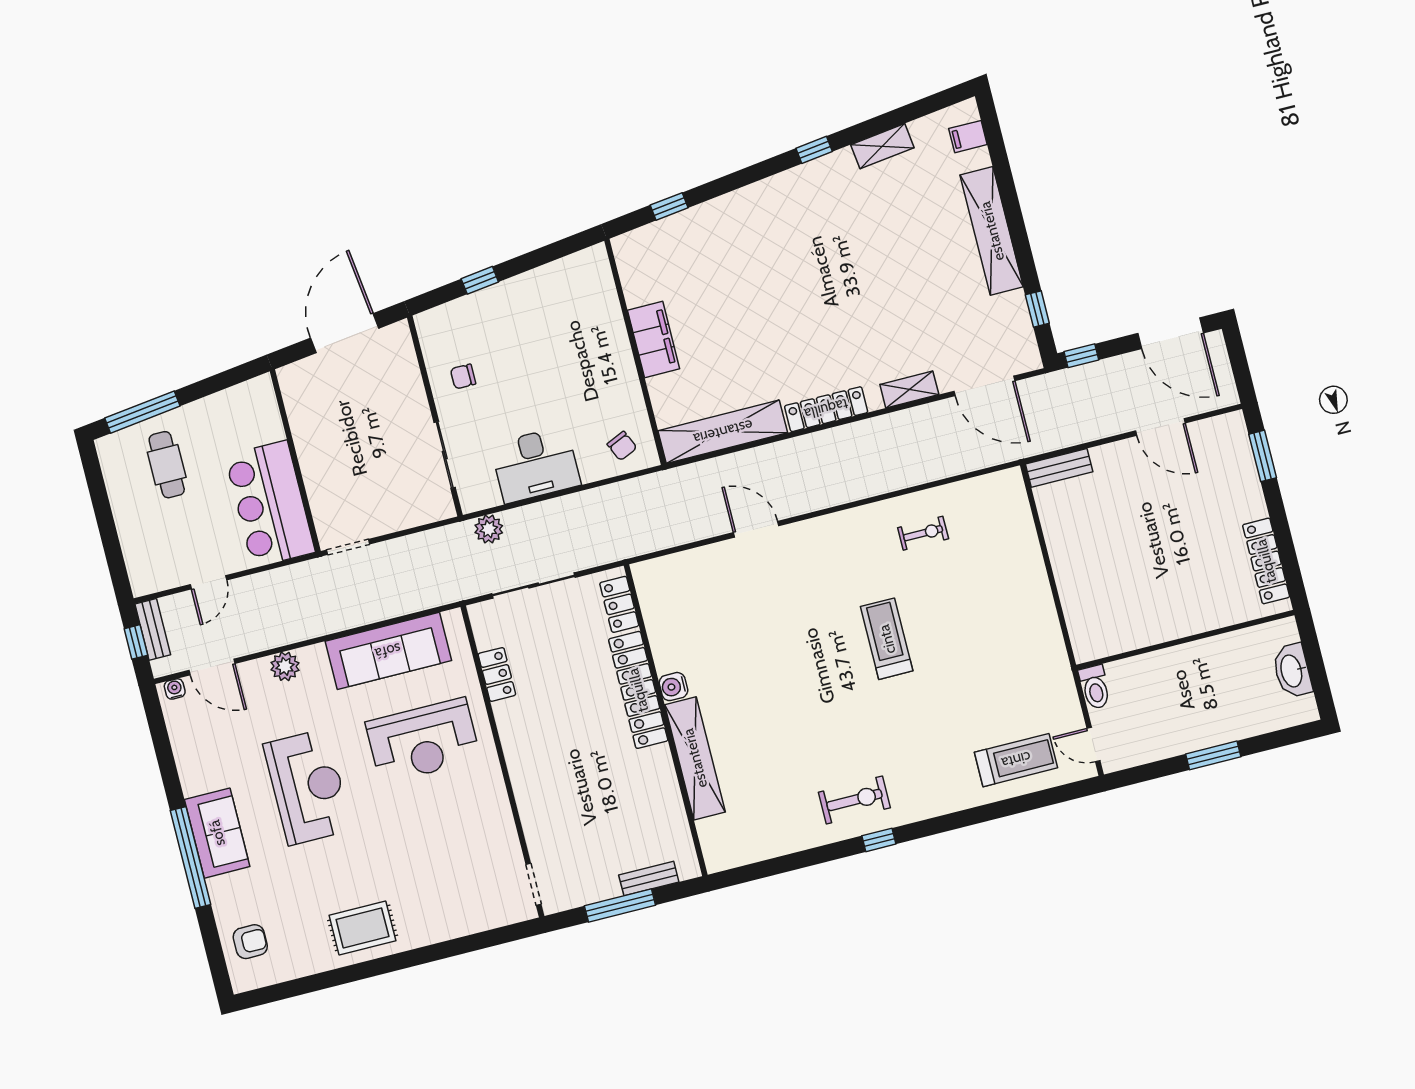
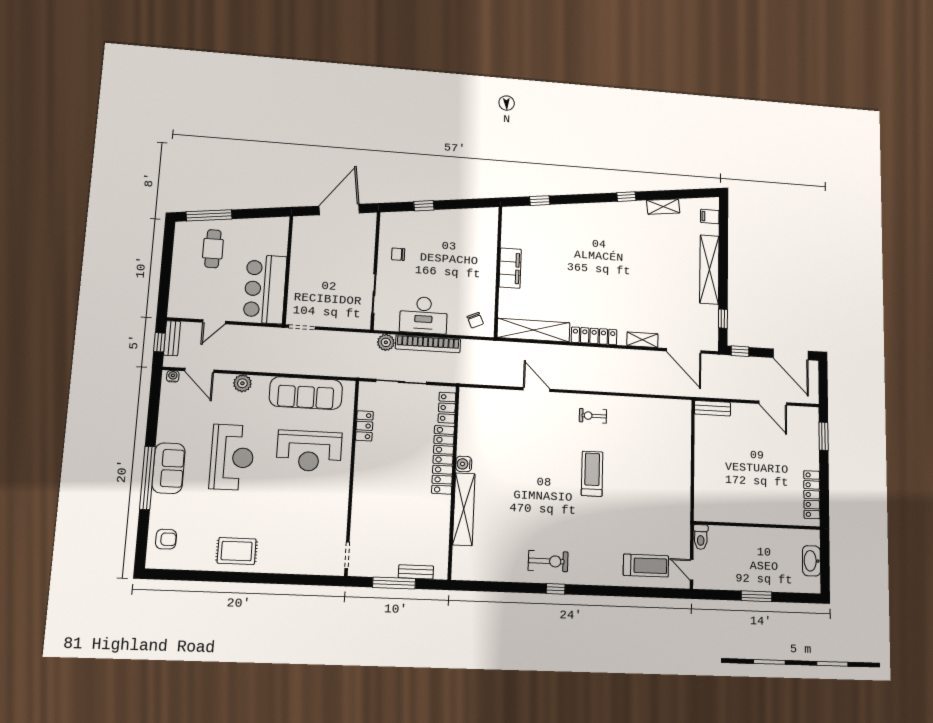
bookcase: (557, 510) -> (428, 344), added
exercise bike: (923, 533) -> (593, 416), moved, turned 180

